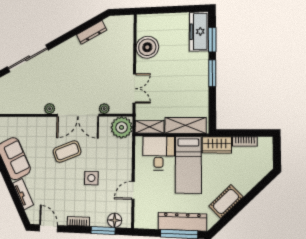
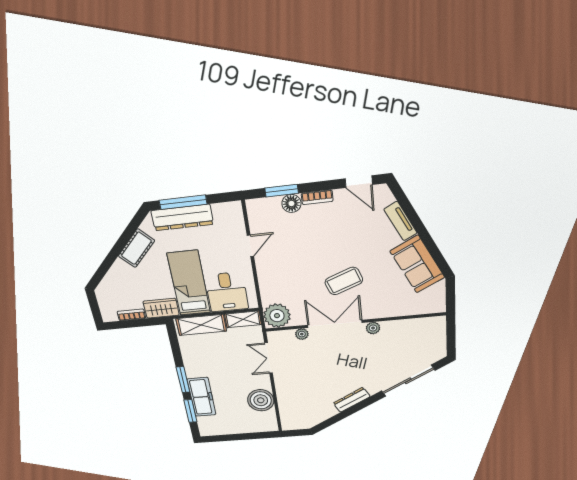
freezer: (199, 31) -> (202, 397), moved
dresser: (92, 32) -> (352, 400), moved
side table: (91, 178) -> (307, 253), removed
floor lamp: (115, 220) -> (291, 203), moved

